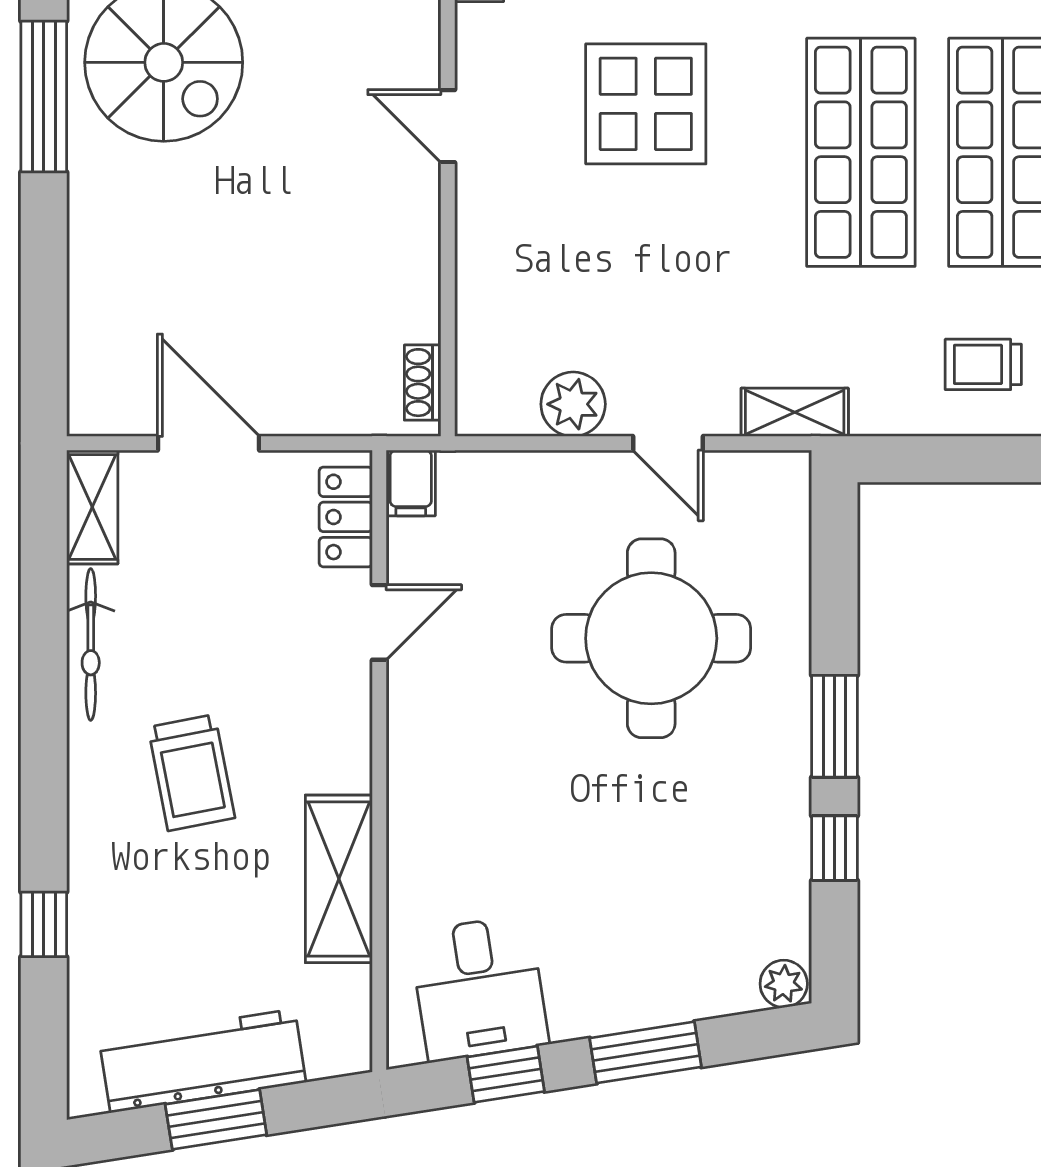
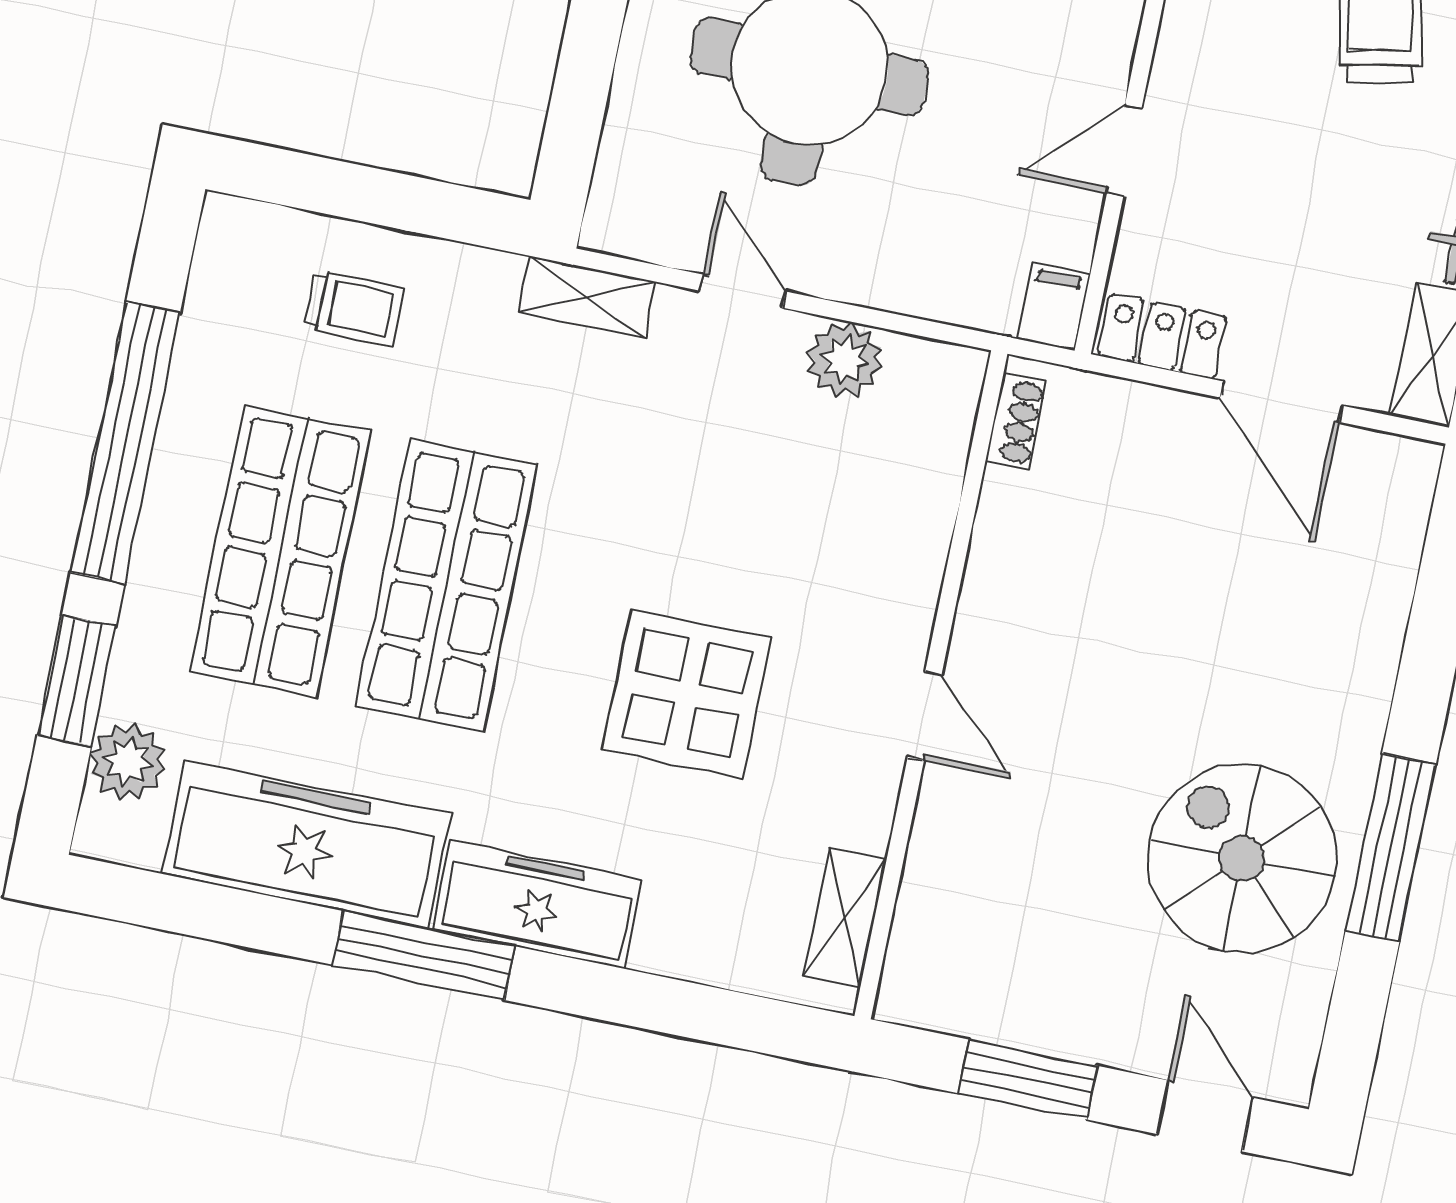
locker: (346, 517) -> (1162, 336), moved, turned -90

